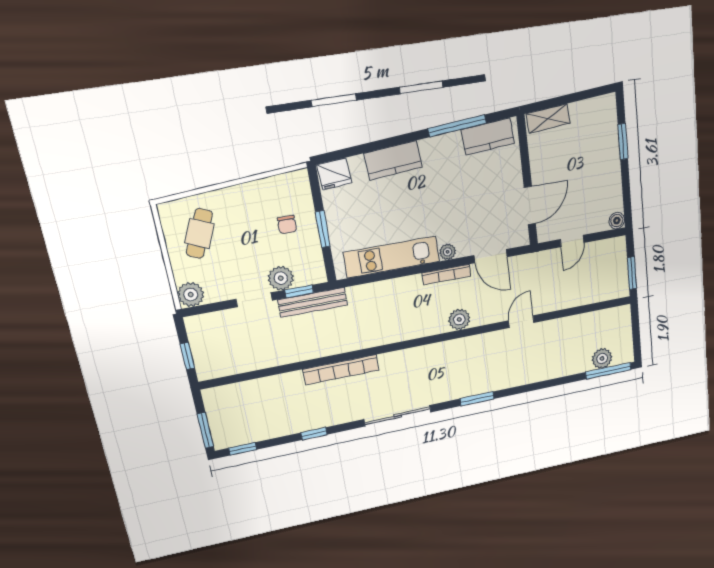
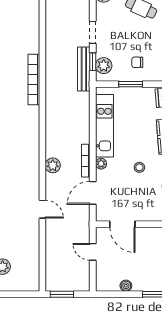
stool: (445, 194) -> (139, 167), added
boiler: (617, 221) -> (126, 286), moved
plant: (281, 278) -> (104, 66), moved

